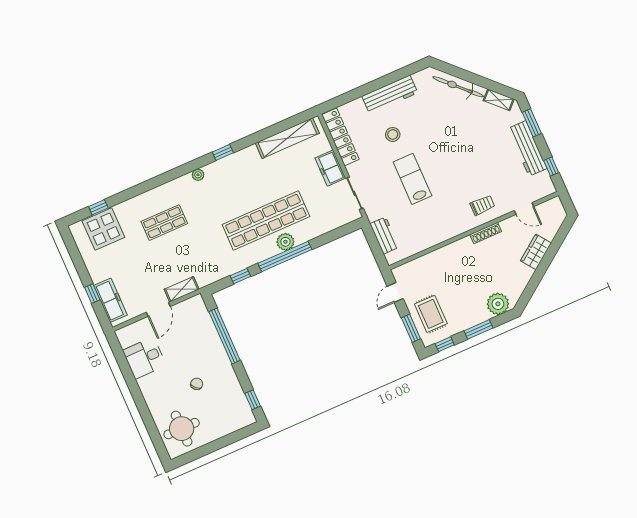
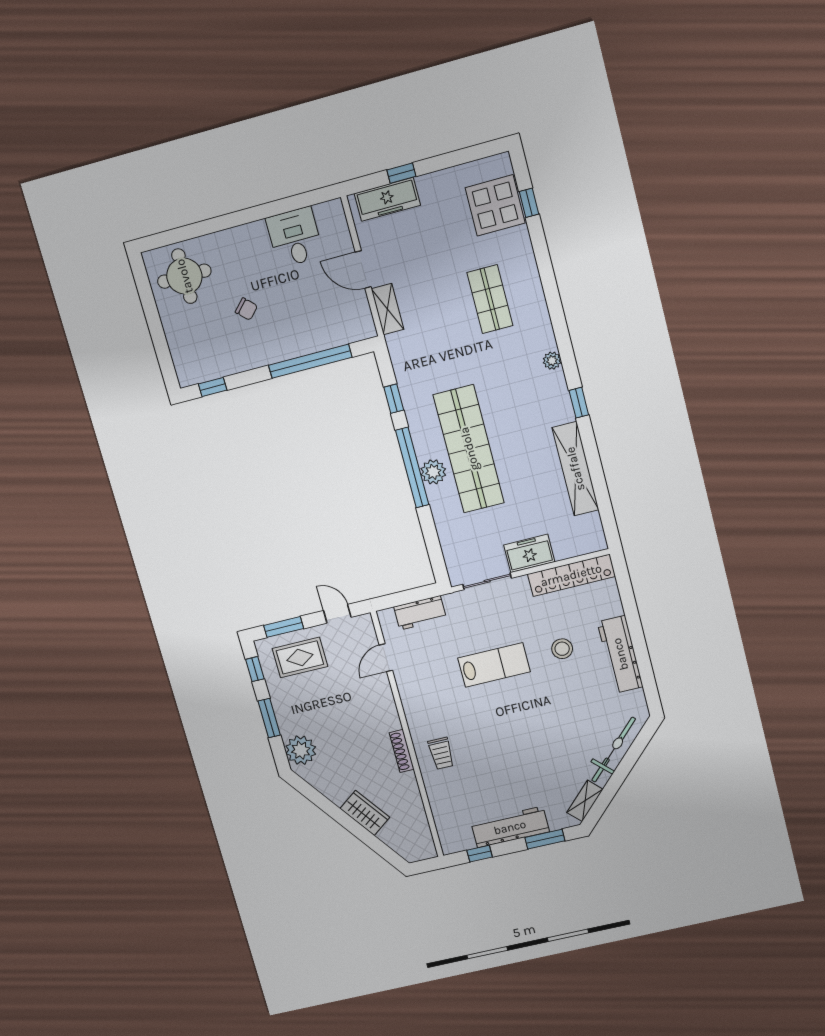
shelving: (287, 138) -> (575, 469), moved
door: (524, 208) -> (386, 658), moved

